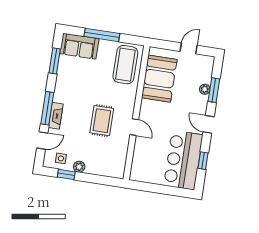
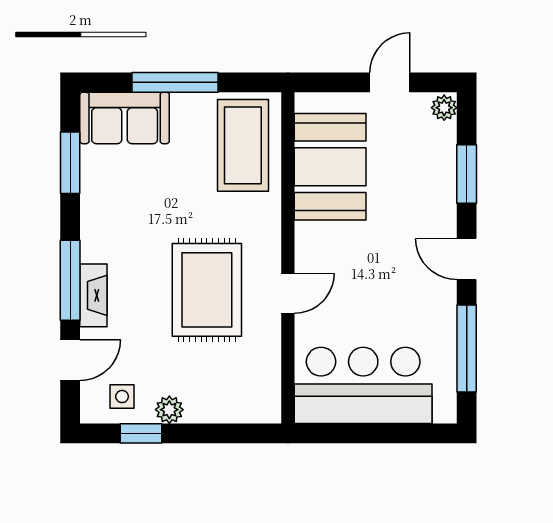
plant: (205, 89) -> (444, 108), moved
rug: (102, 121) -> (207, 290), width x1.36, depth x1.43
door: (134, 127) -> (288, 293), hinge flipped
bar counter: (183, 160) -> (363, 385), moved, turned 90
window: (203, 161) -> (467, 349), width x2.17

